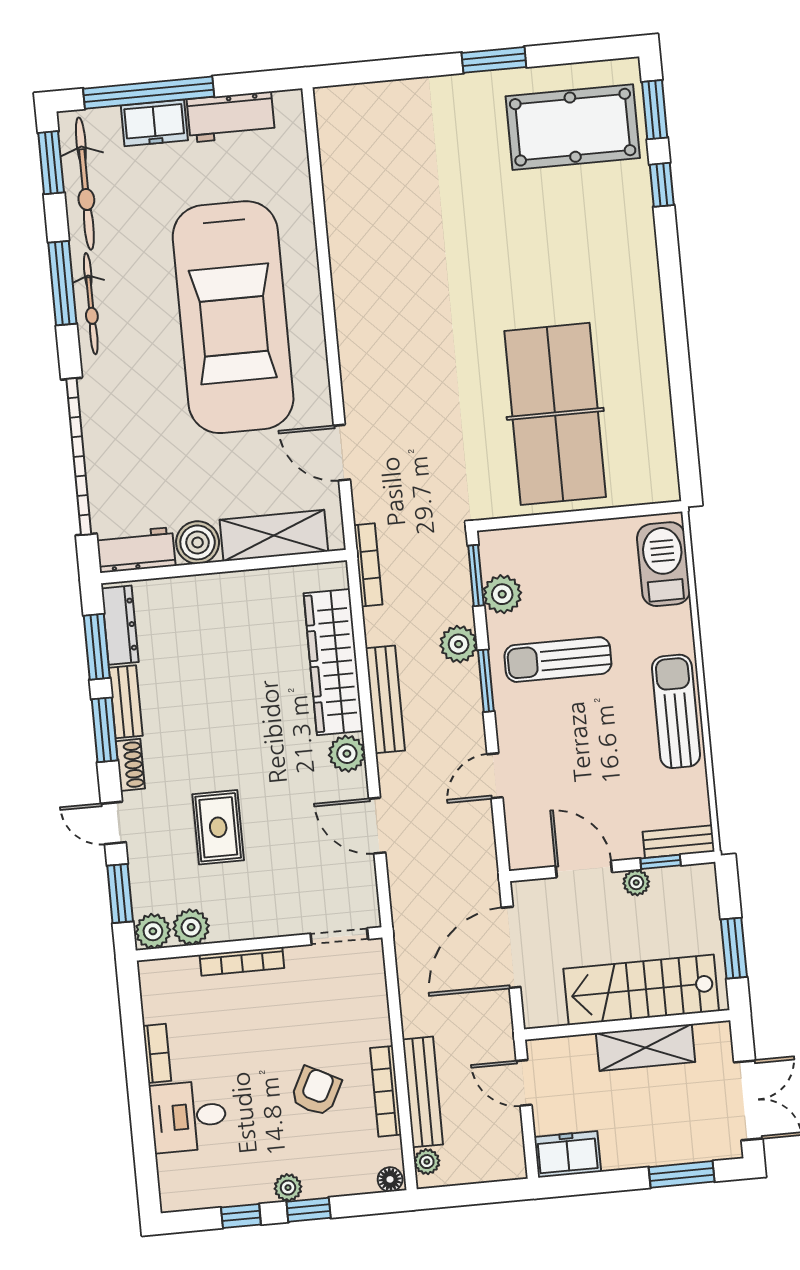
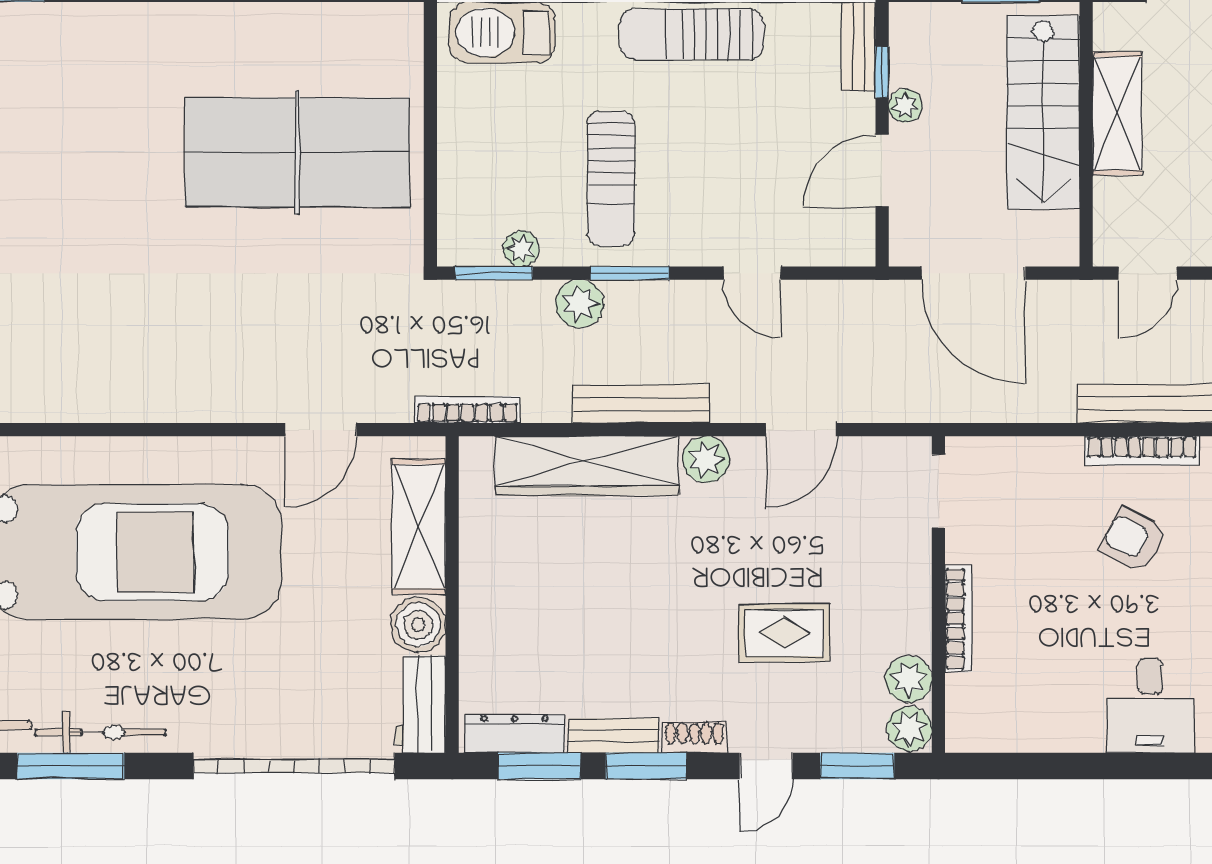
plant: (502, 594) -> (521, 249), width x0.73, depth x0.73
bookcase: (157, 1053) -> (1066, 738), removed

